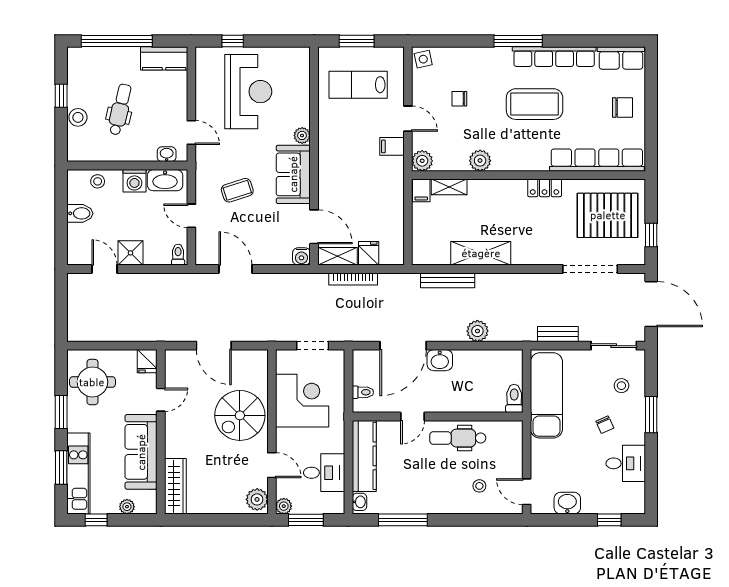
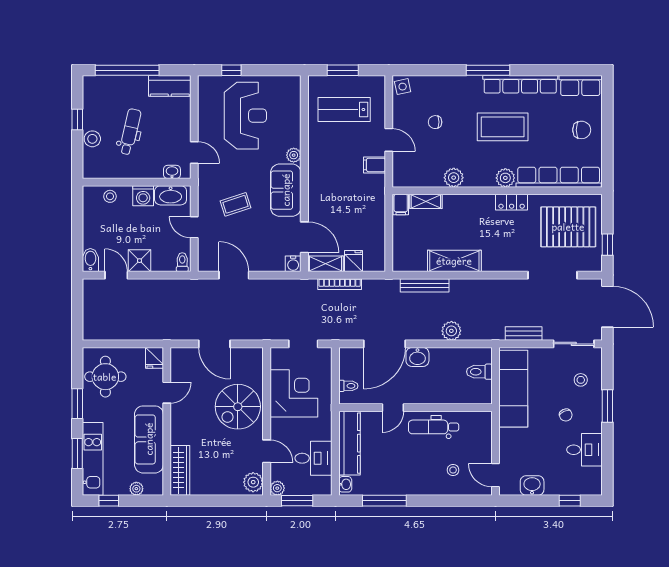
plant: (422, 161) -> (505, 178), moved
bidet: (80, 213) -> (90, 260), moved, turned -90
toilet: (514, 398) -> (479, 372), moved, turned -90

